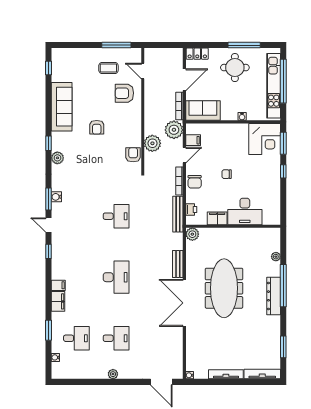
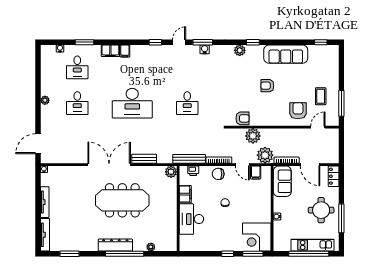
kitchen unit: (274, 86) -> (313, 245), width x0.73
desk: (116, 277) -> (132, 103), width x1.36, depth x1.30

